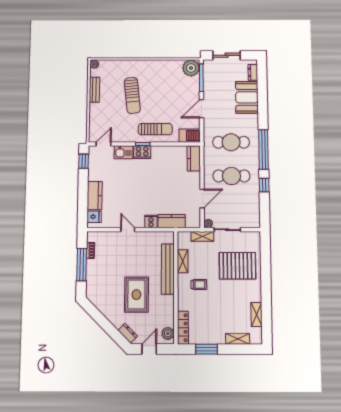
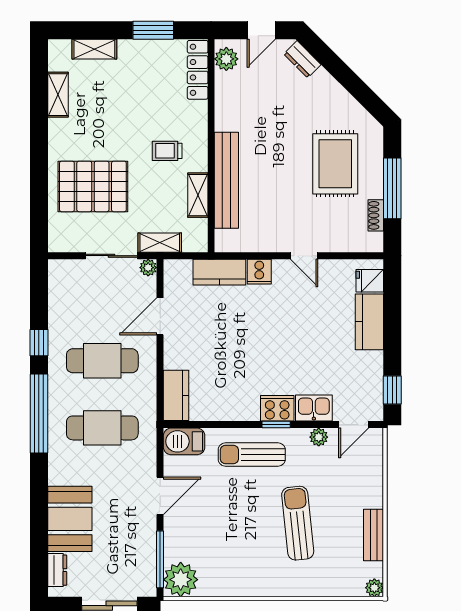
plant: (121, 138) -> (319, 437), added
rug: (136, 295) -> (335, 164), moved

